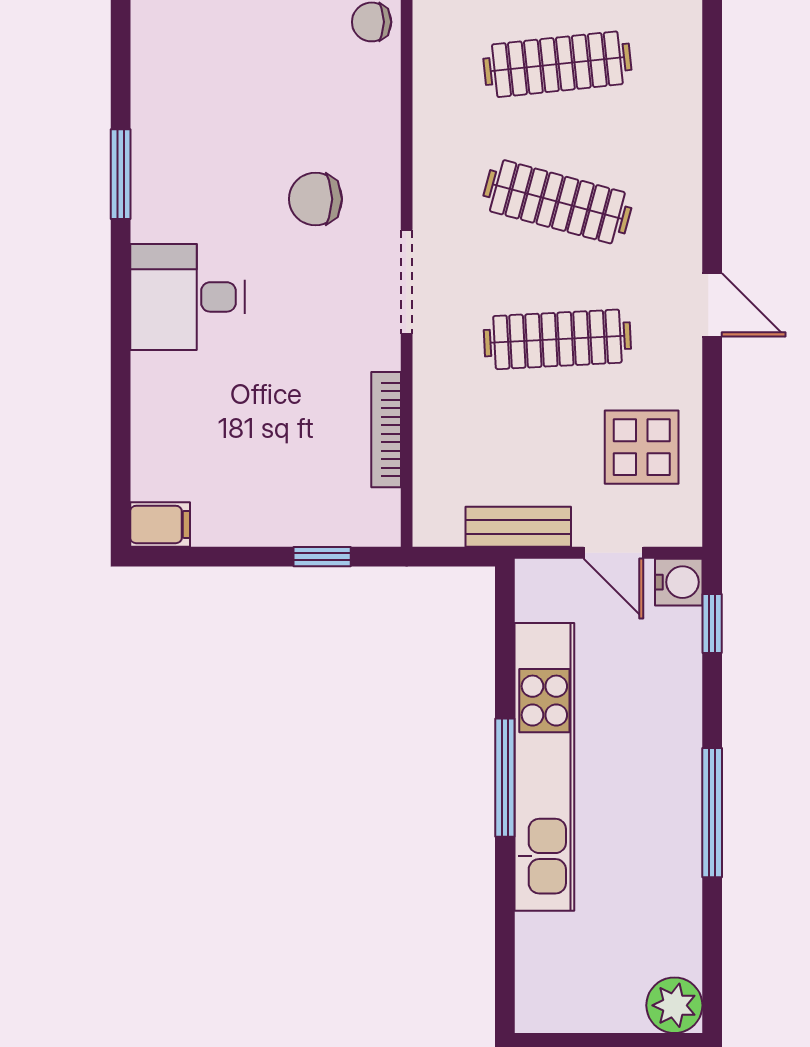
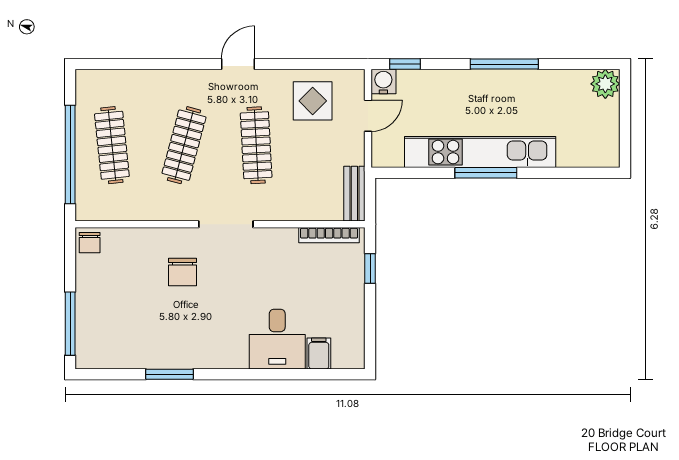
desk: (188, 297) -> (277, 339), moved
bookcase: (386, 430) -> (329, 235), moved
filing cabinet: (160, 524) -> (319, 353), moved
bench: (518, 527) -> (354, 194), moved

